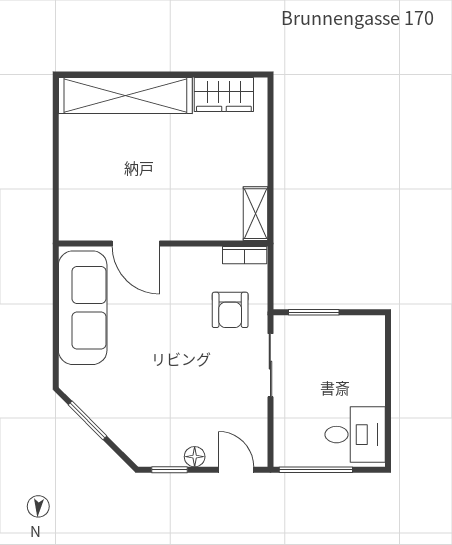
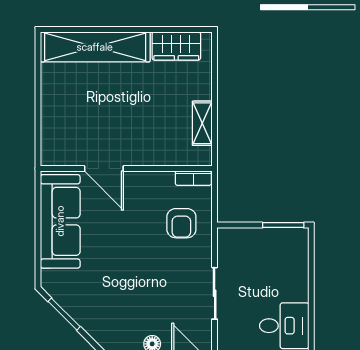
shelving: (255, 214) -> (202, 123), moved
window: (314, 312) -> (283, 225), moved
sliding door: (270, 365) -> (215, 293), moved

